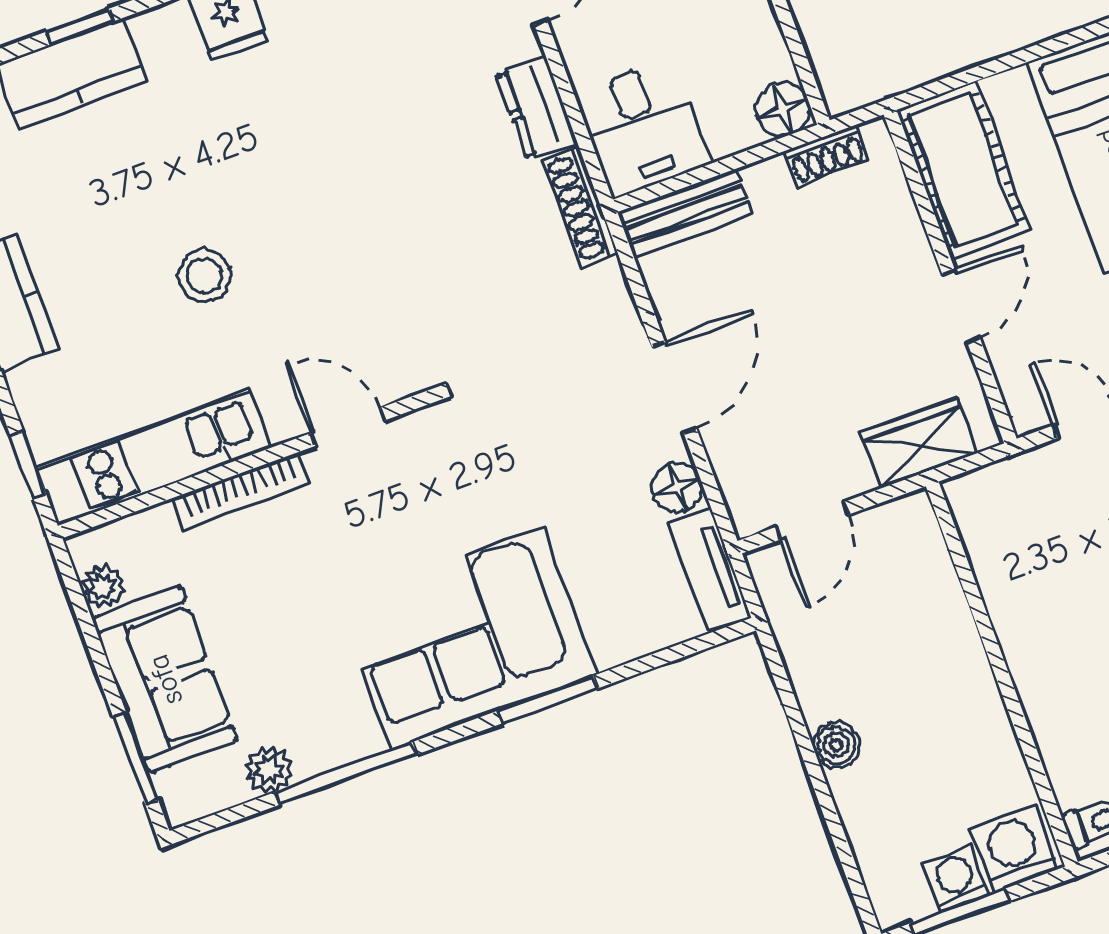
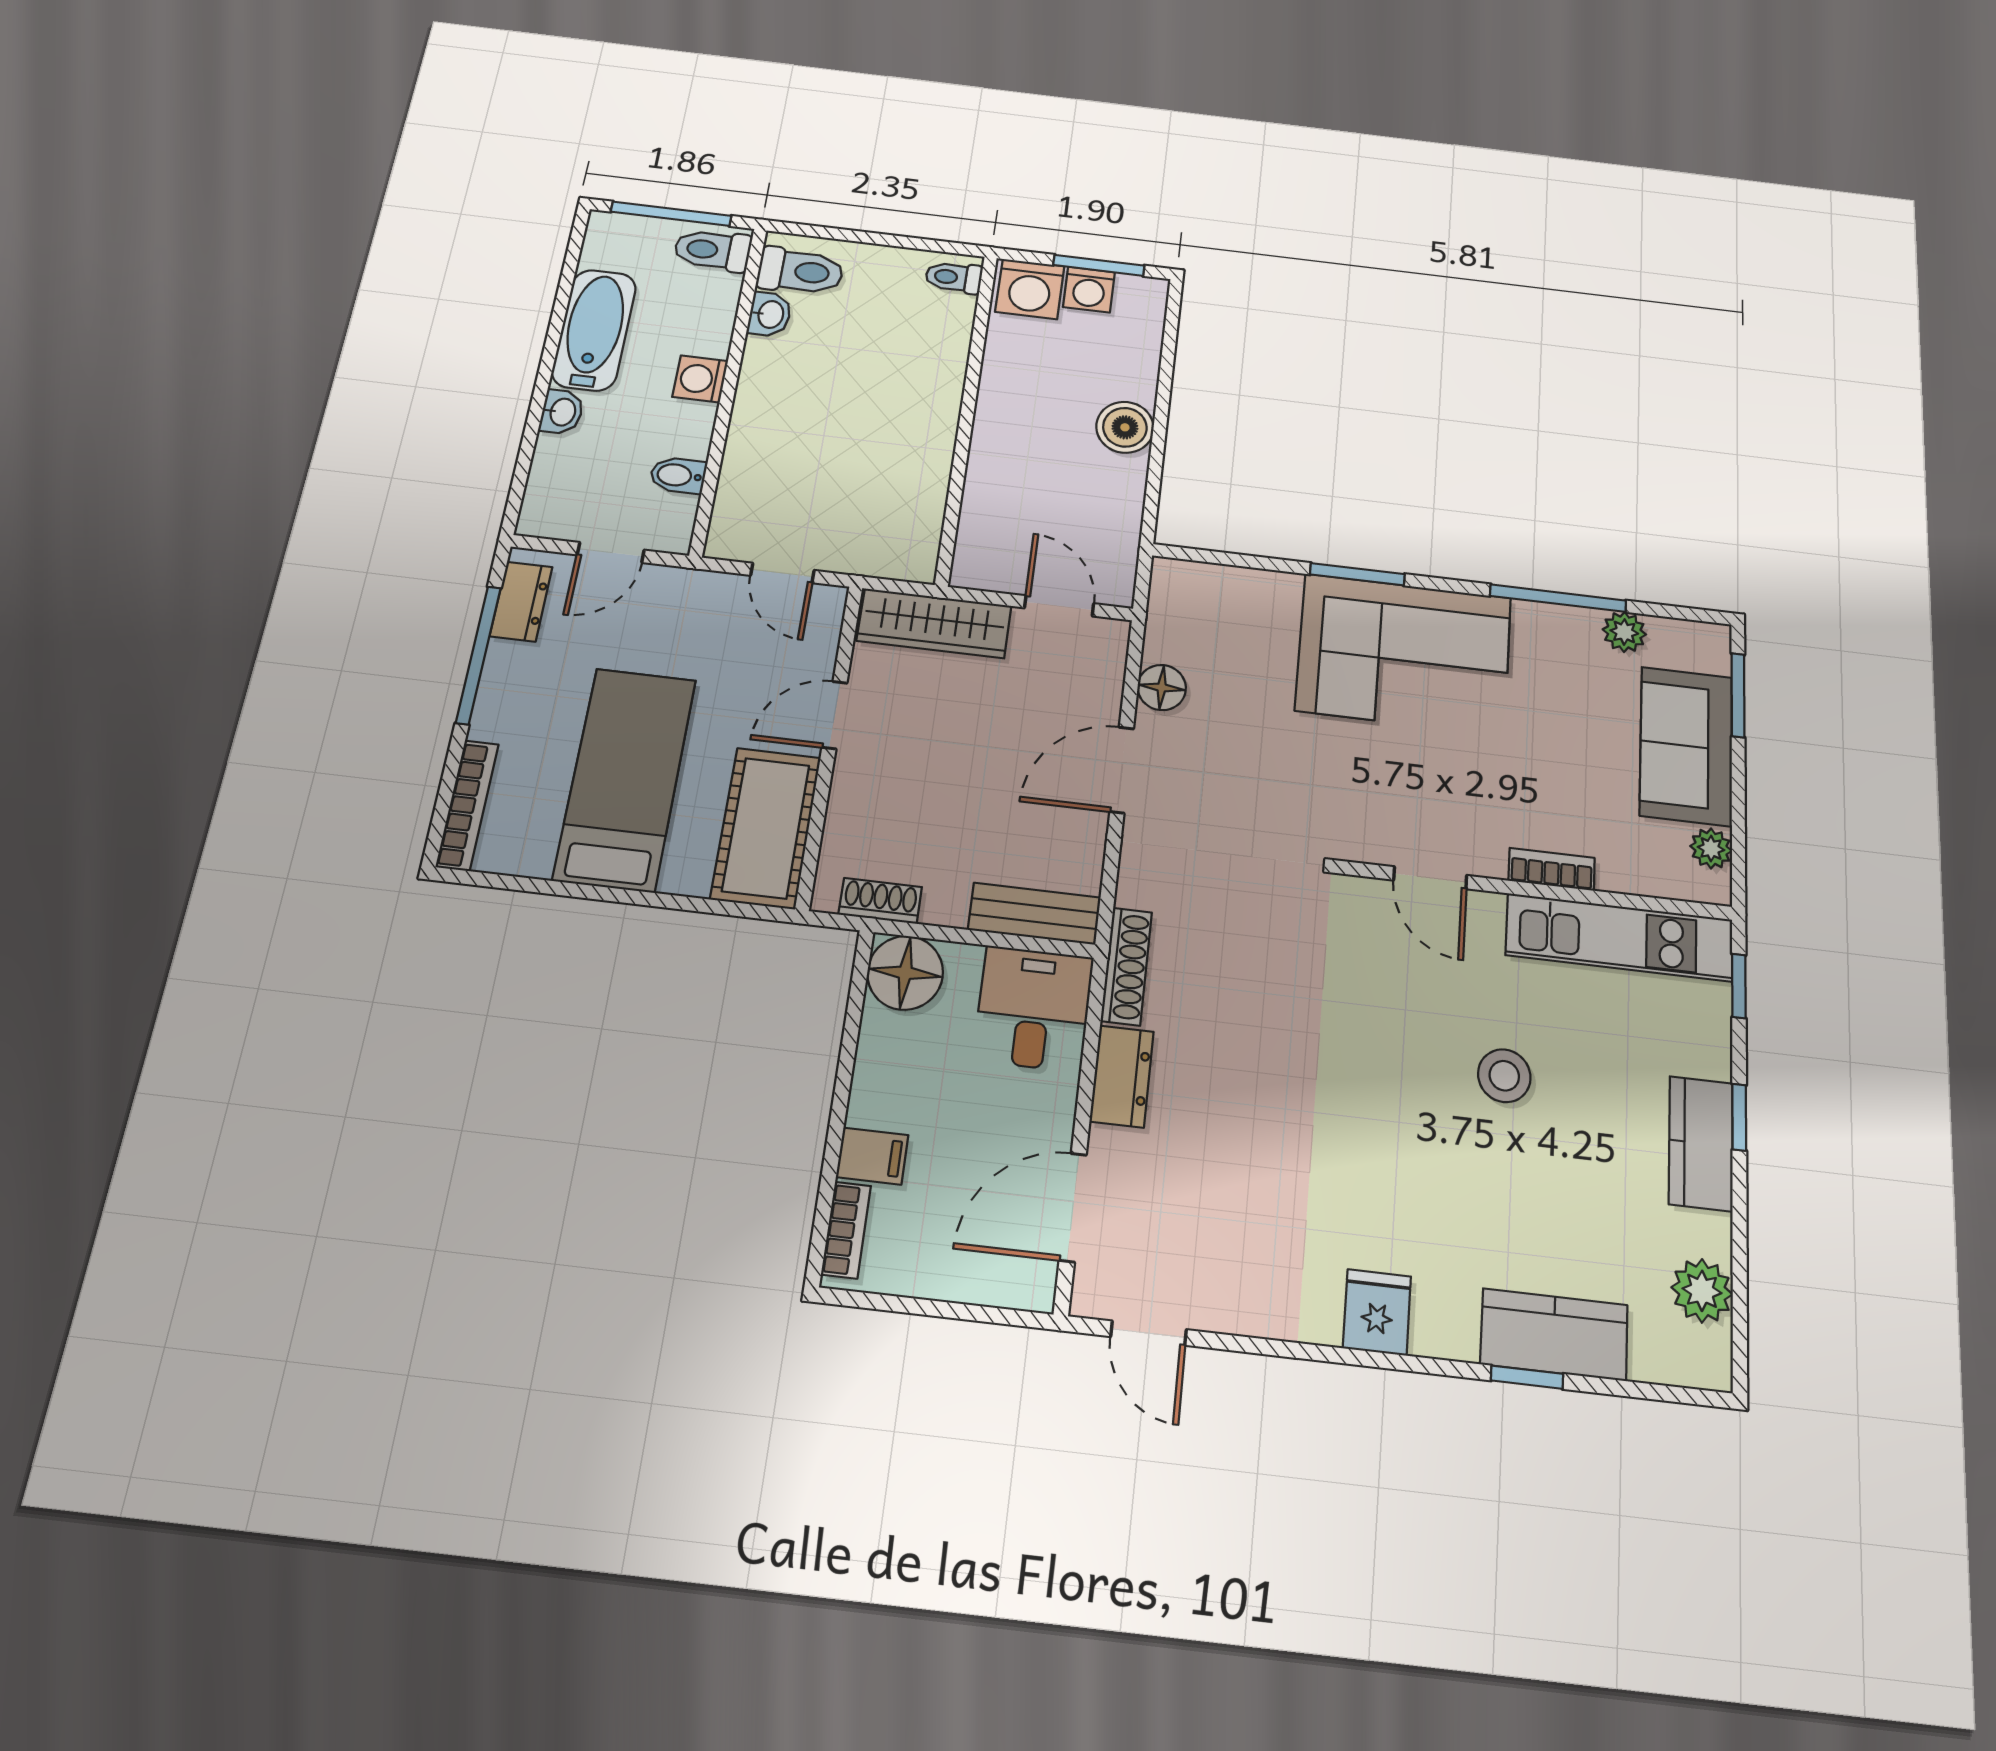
floor lamp: (783, 109) -> (905, 973), width x1.38, depth x1.38
wardrobe: (919, 443) -> (934, 623), width x1.50
bookcase: (241, 491) -> (1552, 869), width x0.64
door: (813, 521) -> (1059, 606), hinge flipped
tv unit: (710, 570) -> (1168, 609), removed
boiler: (836, 745) -> (1125, 427), width x1.36, depth x1.36

